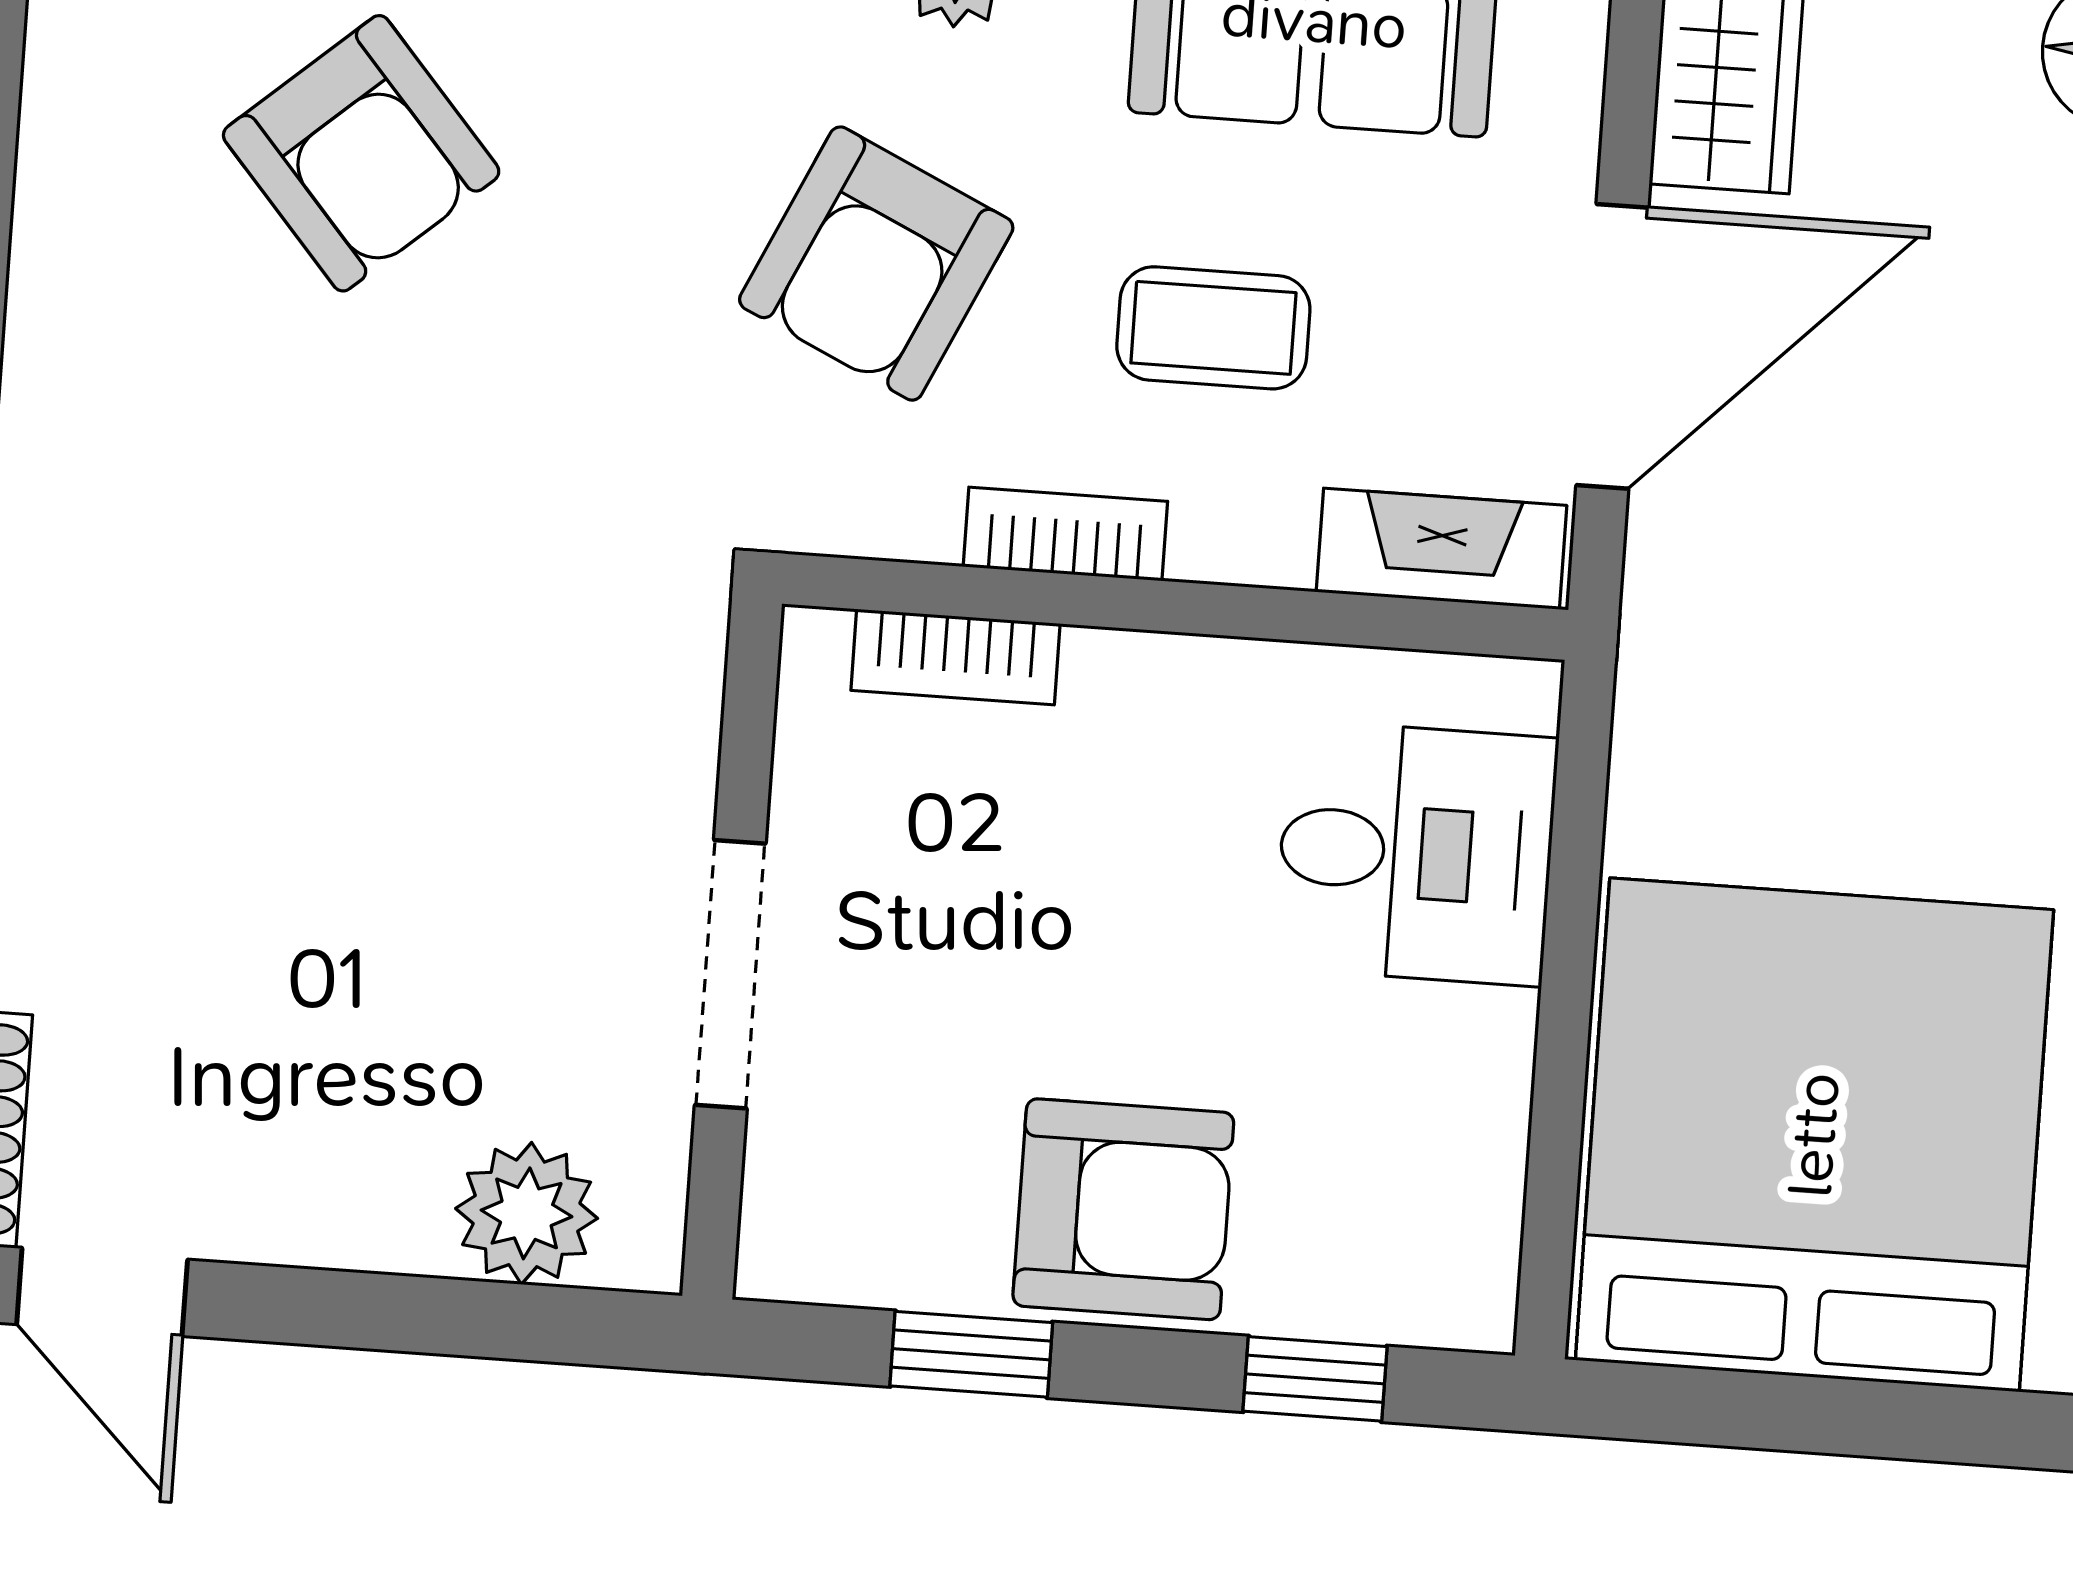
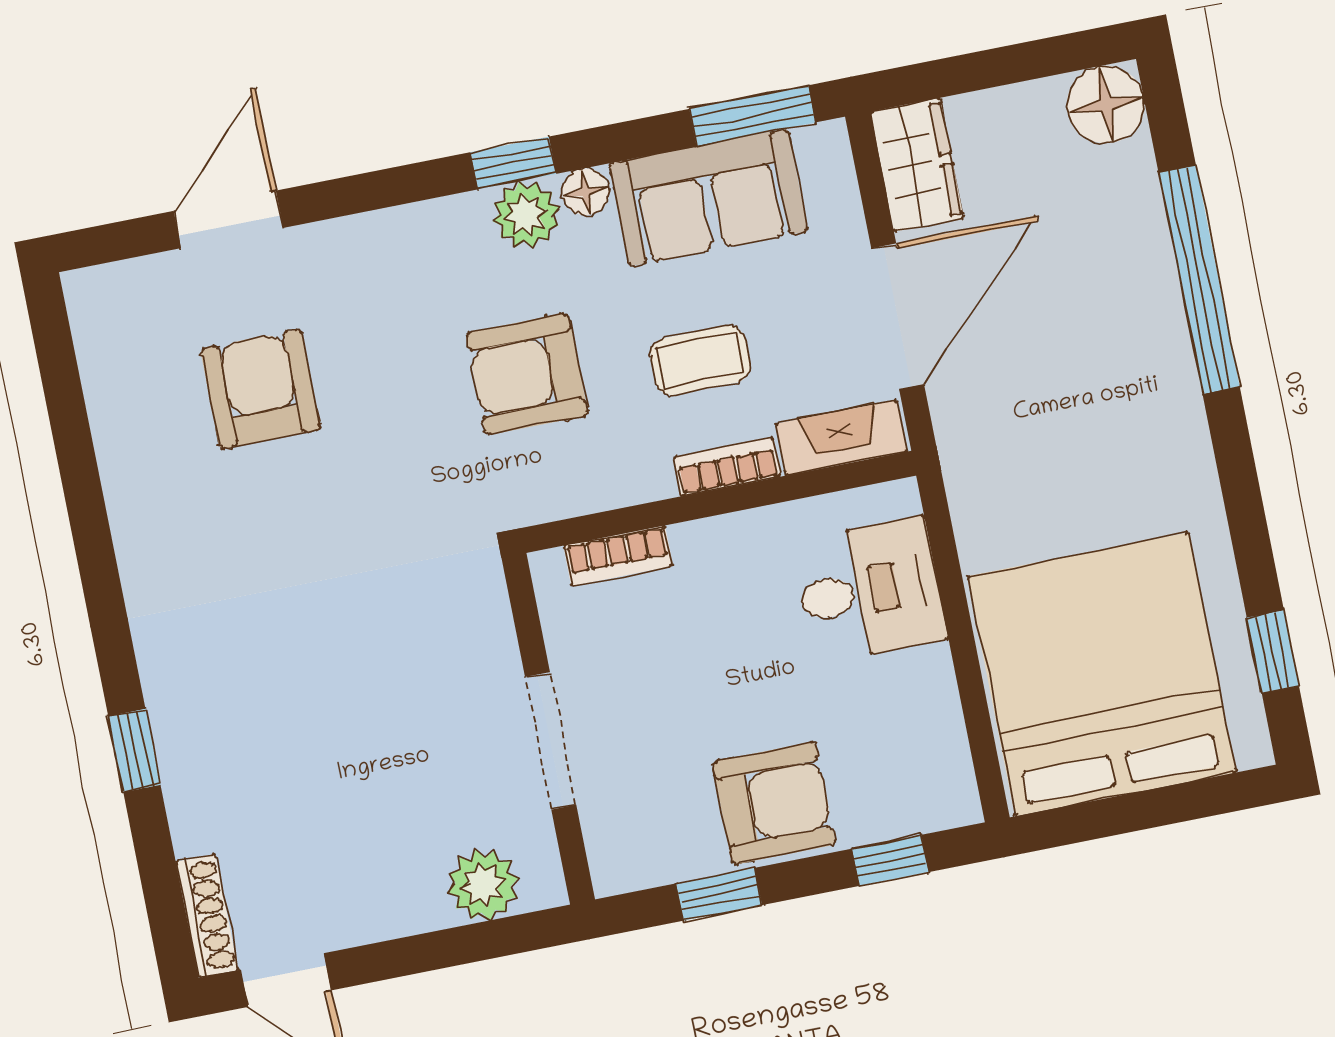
armchair: (361, 153) -> (260, 389), turned -139
armchair: (876, 264) -> (527, 374), turned 65
bookcase: (1065, 534) -> (727, 467), moved

